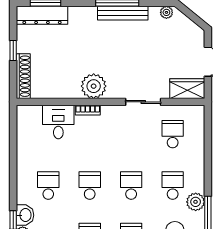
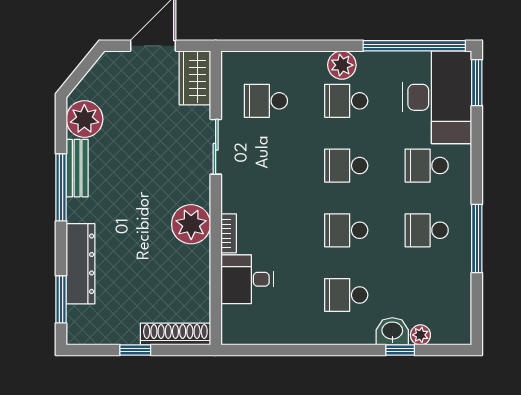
plant: (166, 12) -> (84, 119), width x1.88, depth x1.88
bench: (123, 13) -> (77, 168), width x0.73
dresser: (42, 15) -> (80, 264), moved
plant: (196, 202) -> (342, 65), moved

